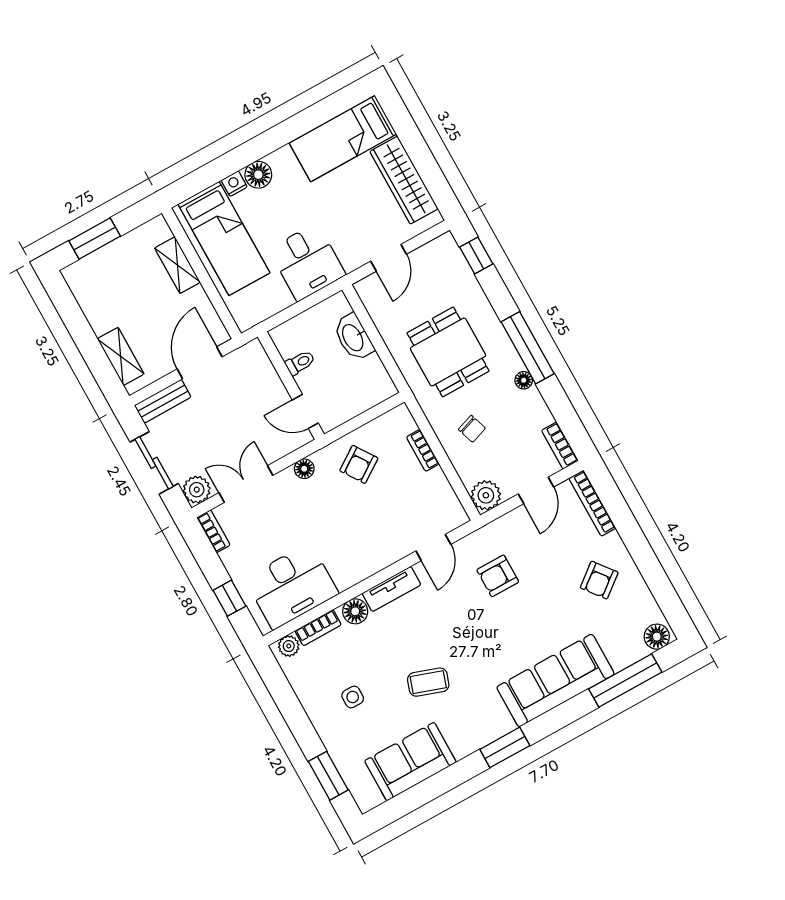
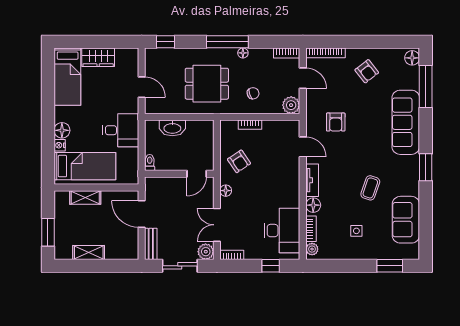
wardrobe: (404, 180) -> (98, 57), width x0.67
shelving: (121, 356) -> (89, 253), moved
toilet: (300, 363) -> (150, 162), moved

